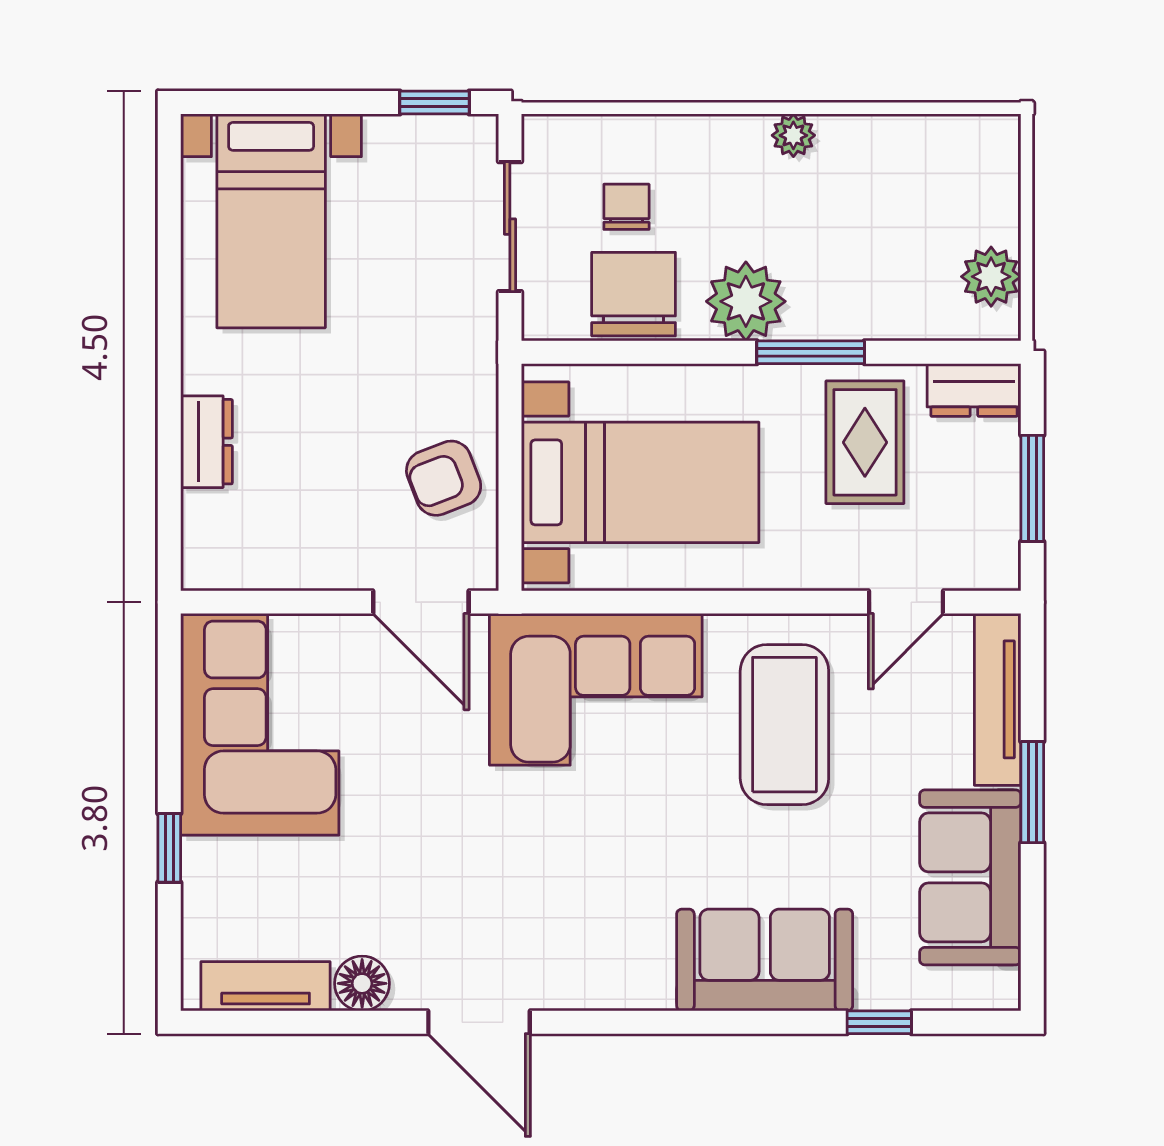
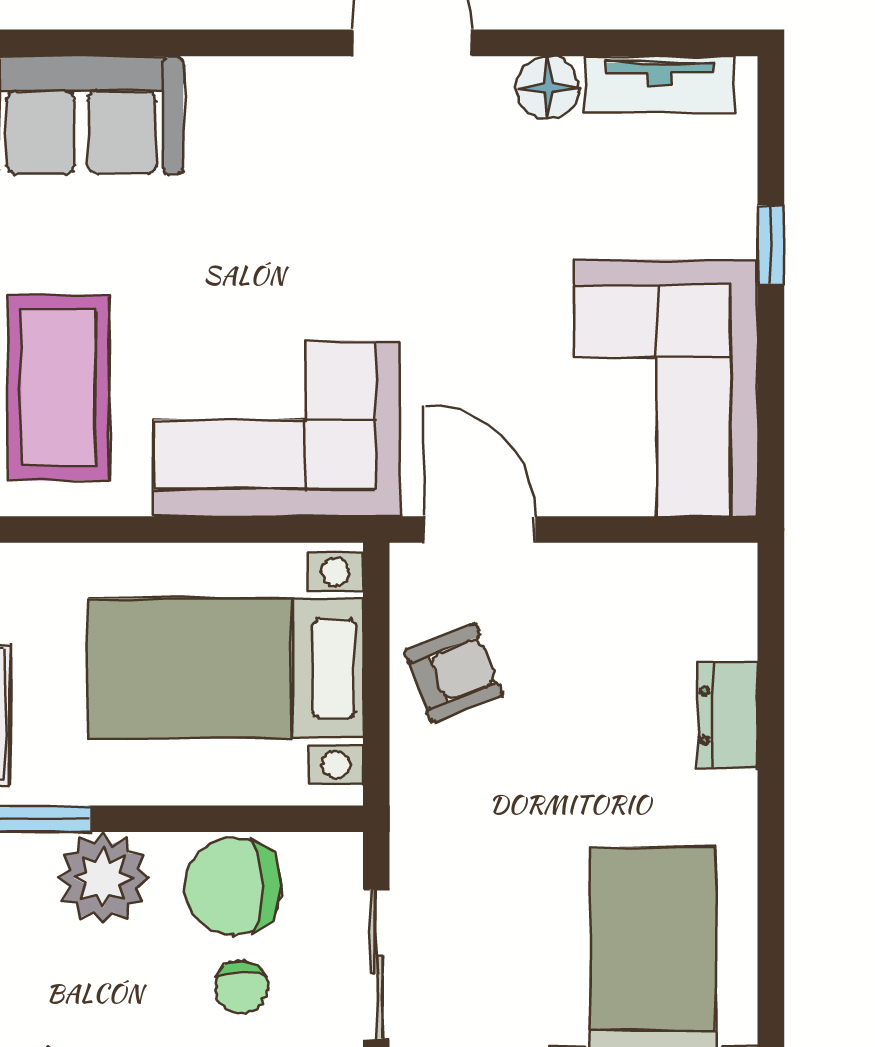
chair: (634, 294) -> (233, 886), turned 90

